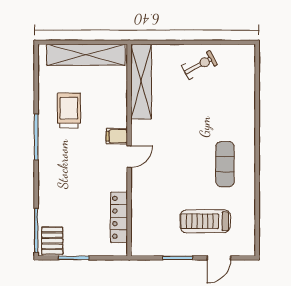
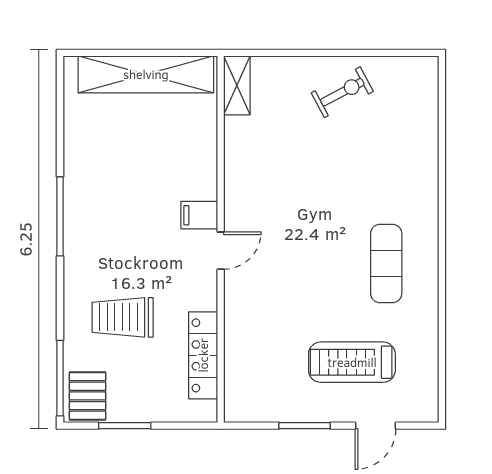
shelving: (141, 82) -> (237, 85), width x0.45, depth x0.75
trolley: (69, 111) -> (123, 317), moved, turned -90

